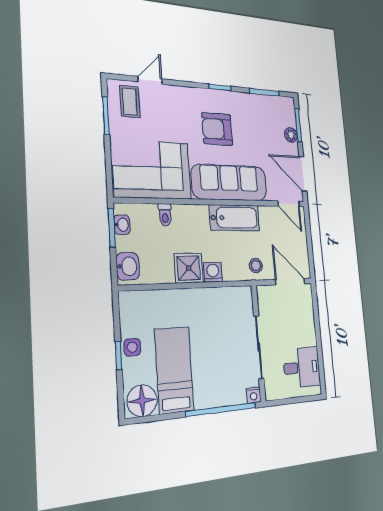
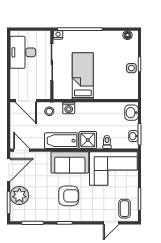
plant: (291, 135) -> (19, 195), width x1.87, depth x1.87
door: (303, 174) -> (9, 170), hinge flipped
sofa: (229, 183) -> (70, 162), width x0.73
shower: (189, 268) -> (88, 140), moved
washing machine: (213, 272) -> (69, 108), moved
desk: (302, 367) -> (23, 52), width x1.37
bed: (174, 370) -> (83, 76), moved, turned 180
floor lamp: (142, 401) -> (127, 35), width x0.53, depth x0.53

